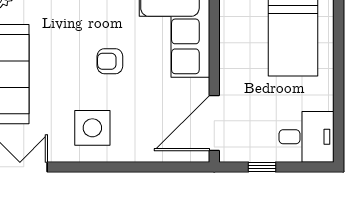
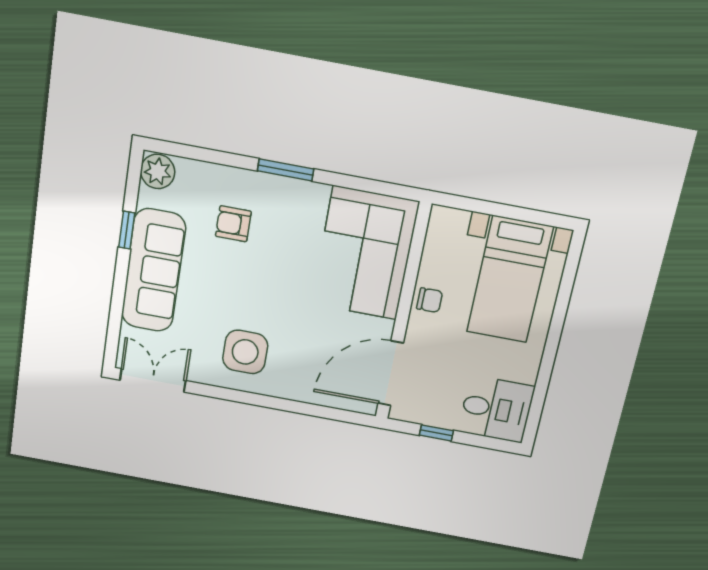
chair: (233, 56) -> (430, 300), added
armchair: (110, 61) -> (233, 224), moved

